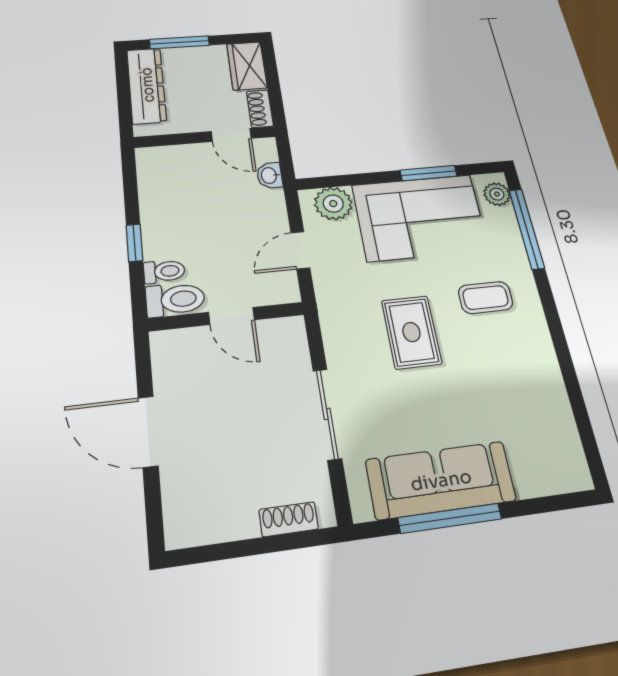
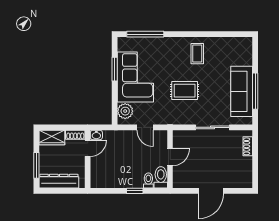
washbasin: (270, 175) -> (96, 135), moved
plant: (497, 194) -> (128, 43), removed
coffee table: (486, 298) -> (197, 54), moved

